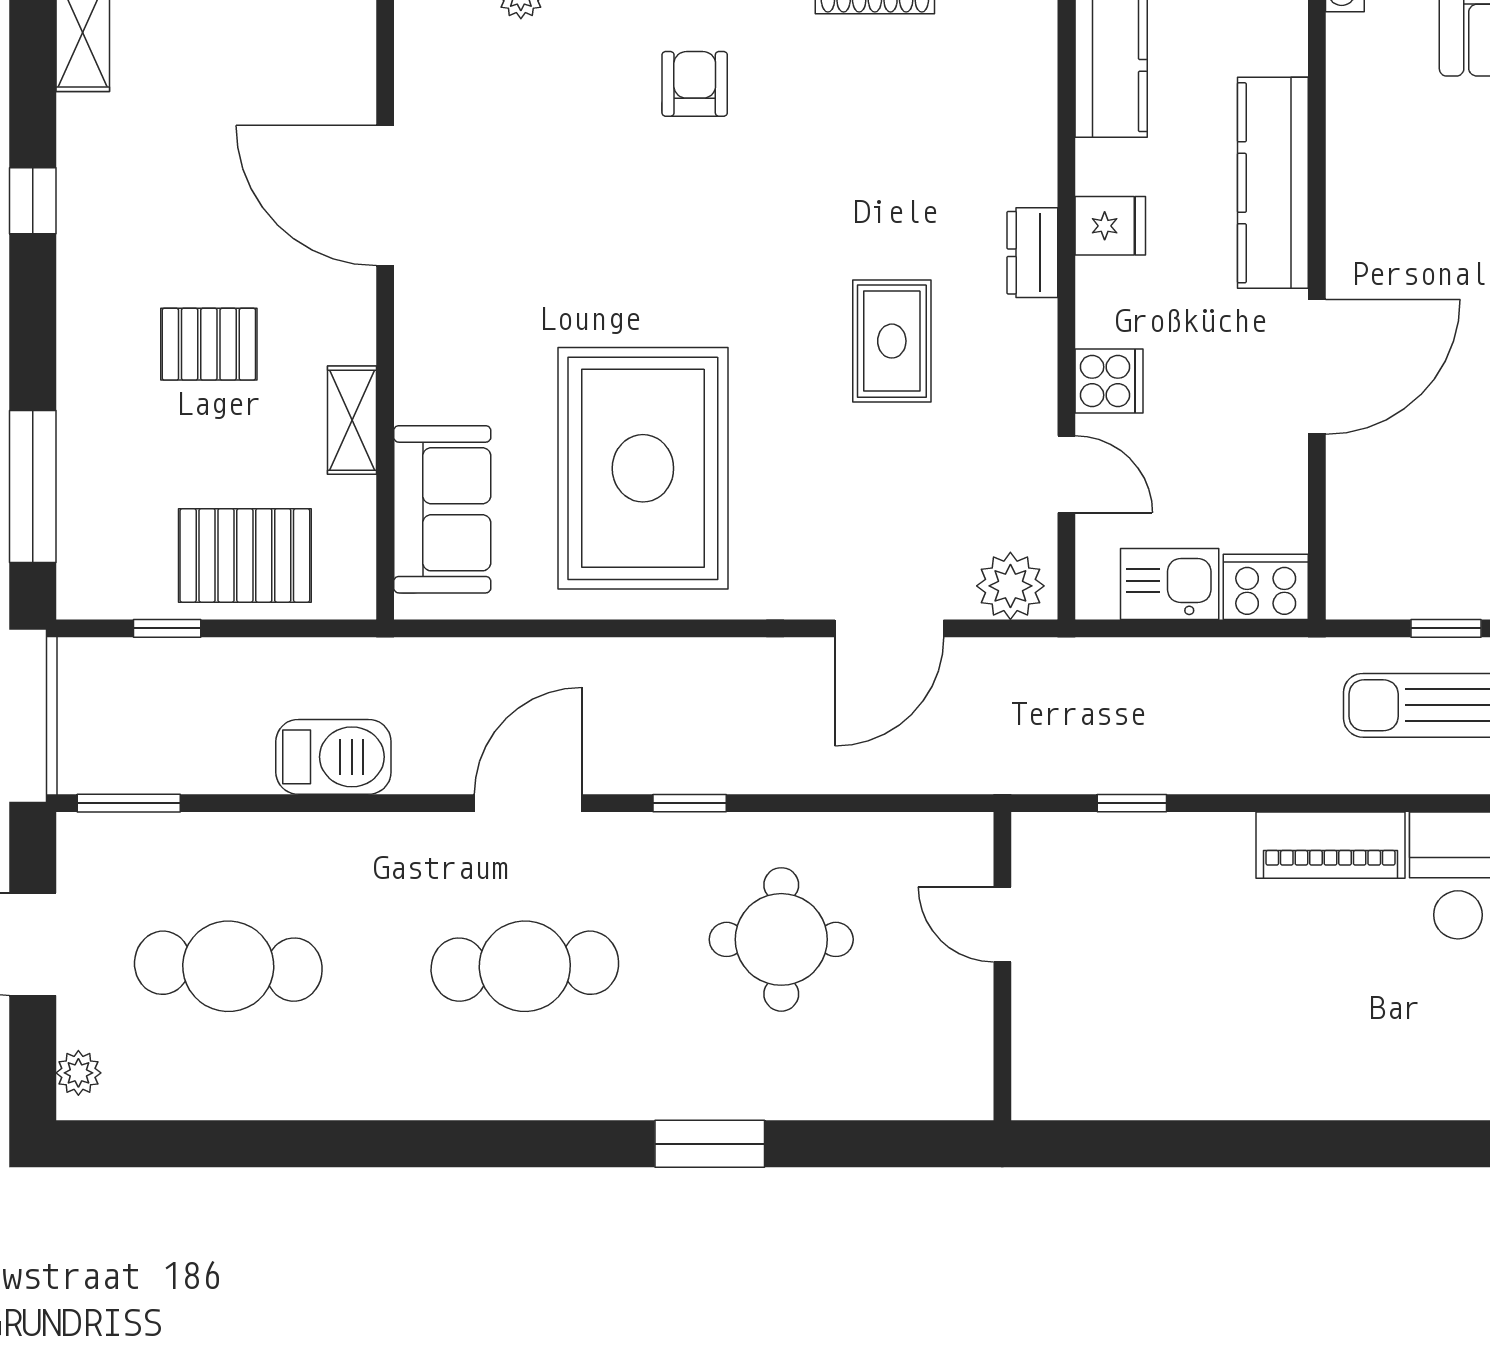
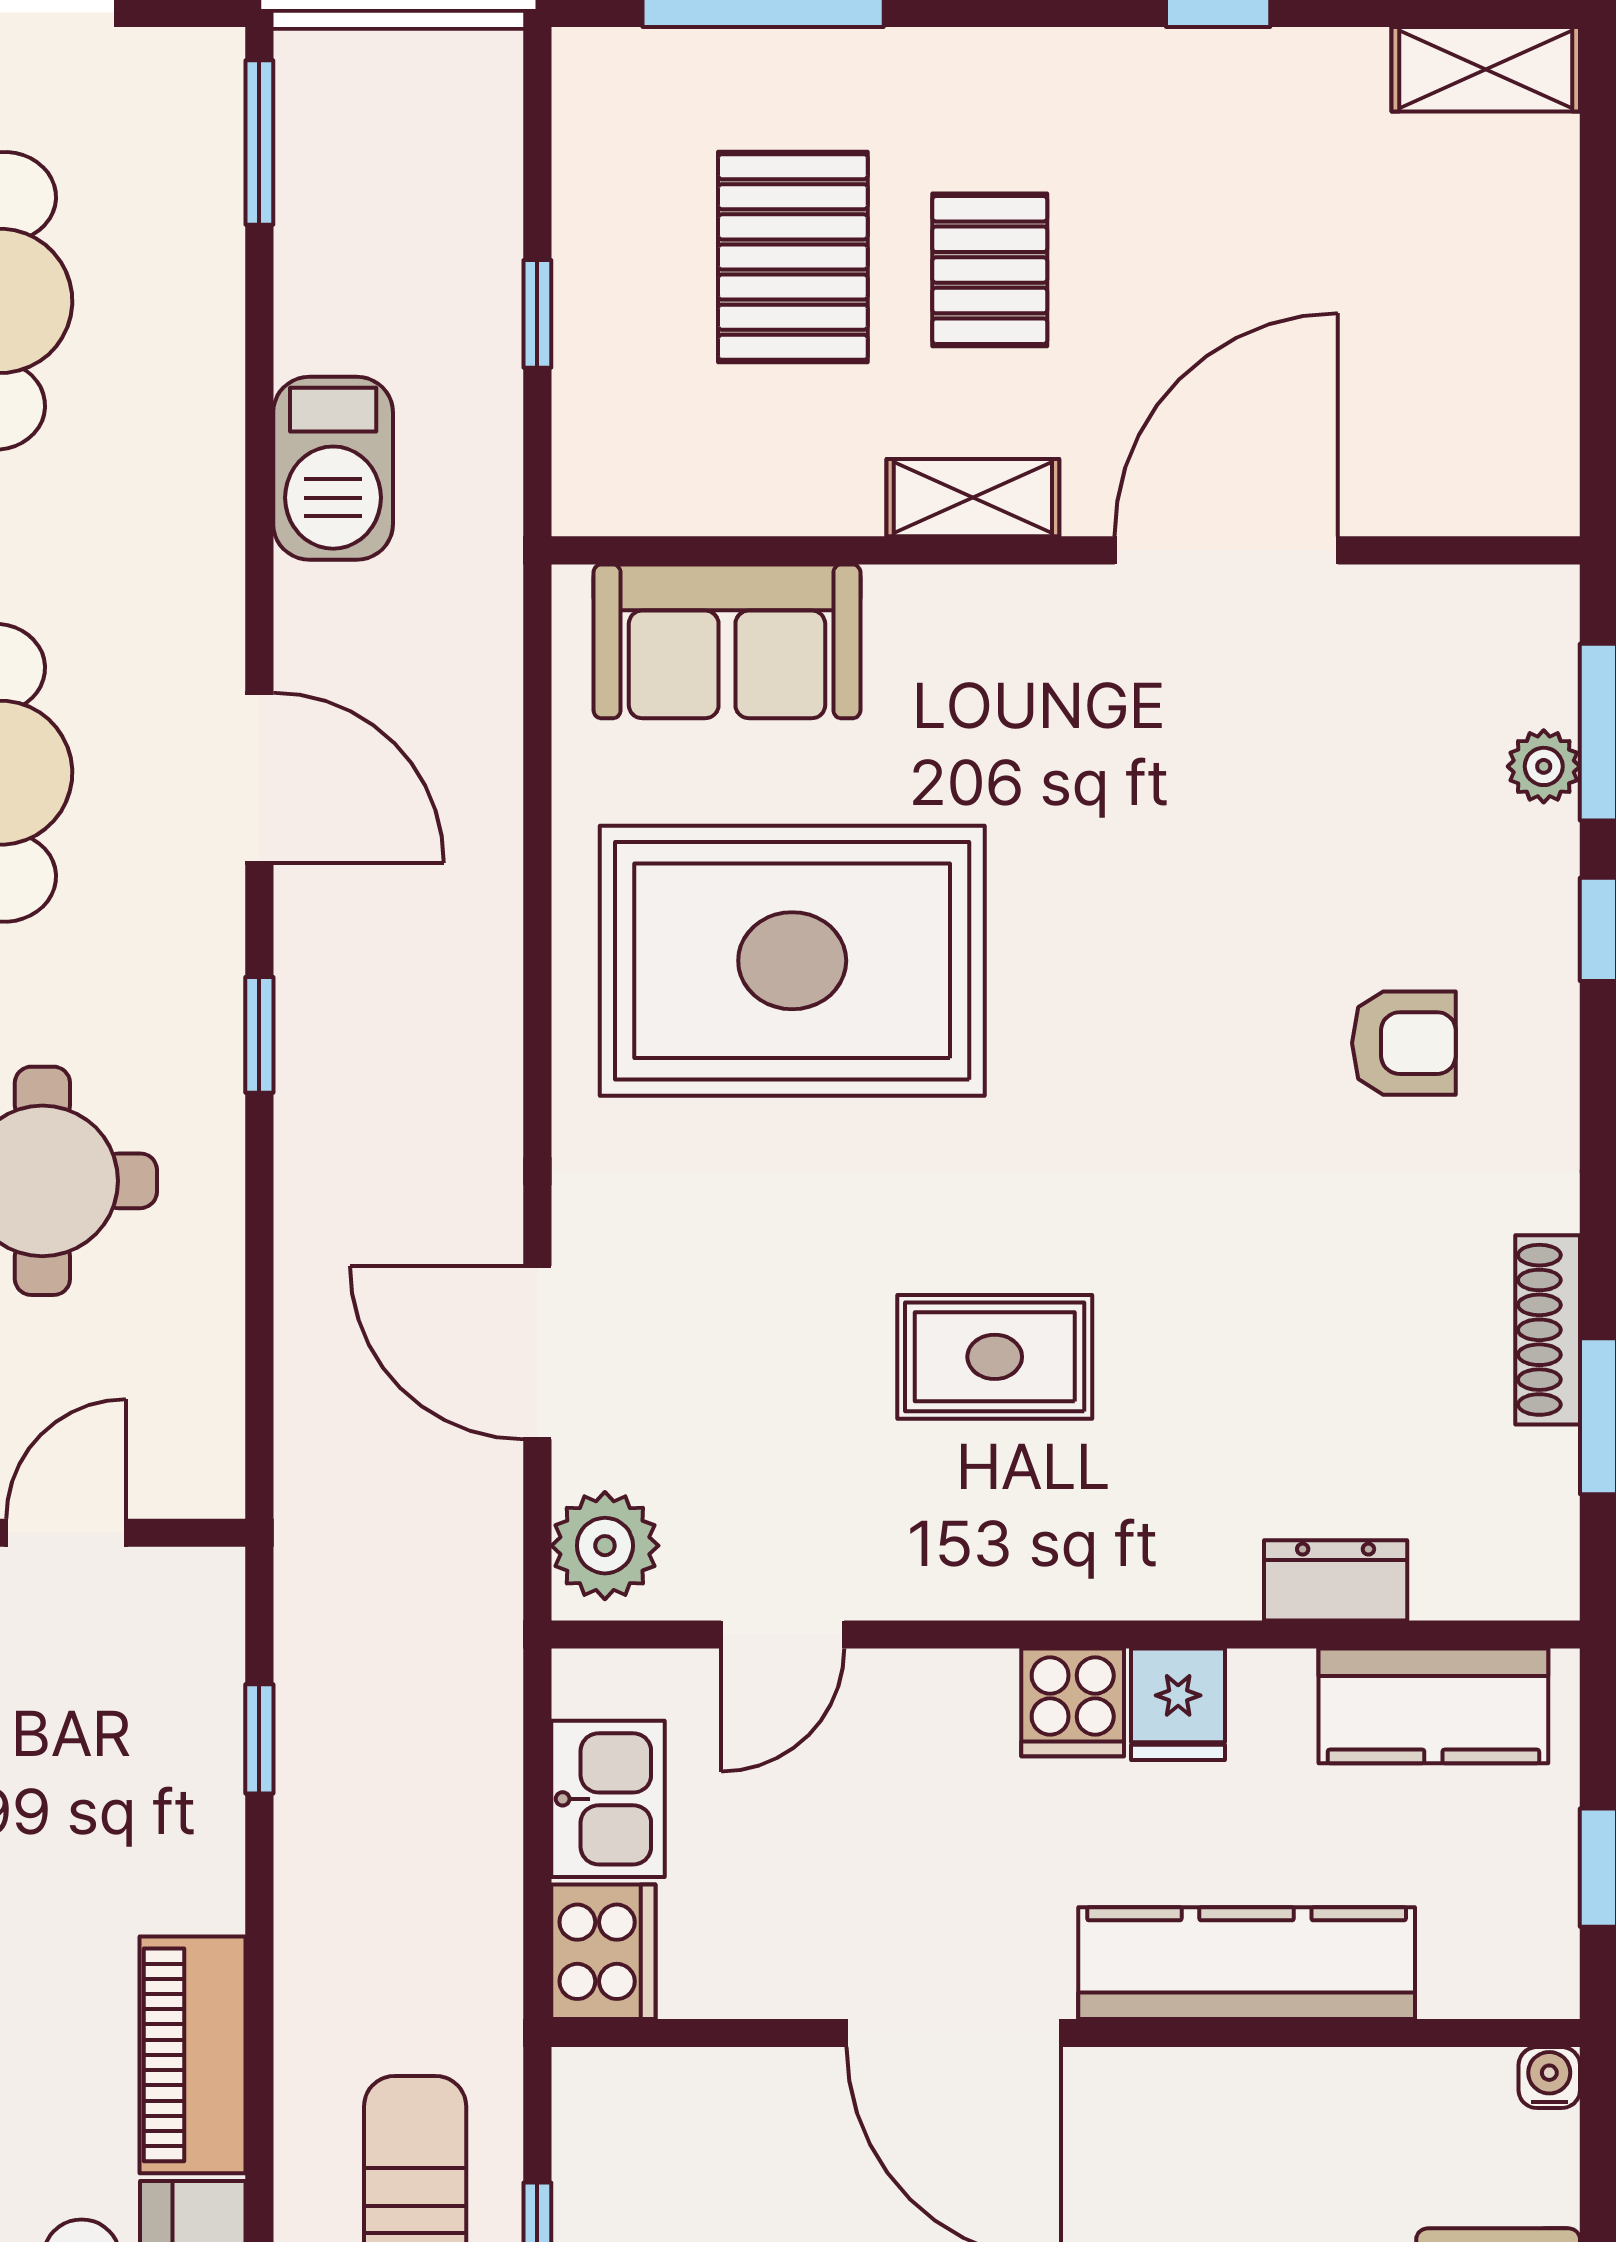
dresser: (1032, 253) -> (1336, 1580), moved
cooker: (1109, 381) -> (1073, 1702), moved
shelving: (352, 420) -> (973, 498), moved
pallet: (245, 555) -> (793, 257), moved
window: (167, 628) -> (537, 314), moved

